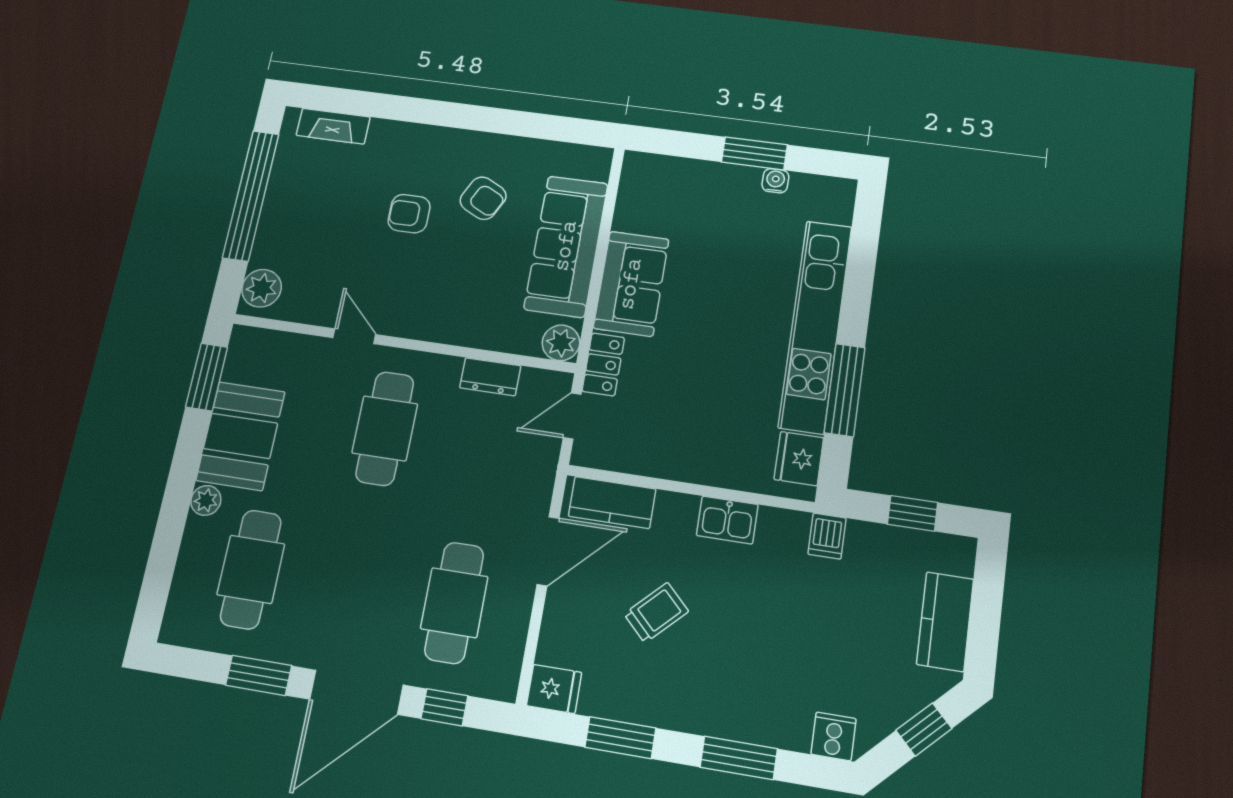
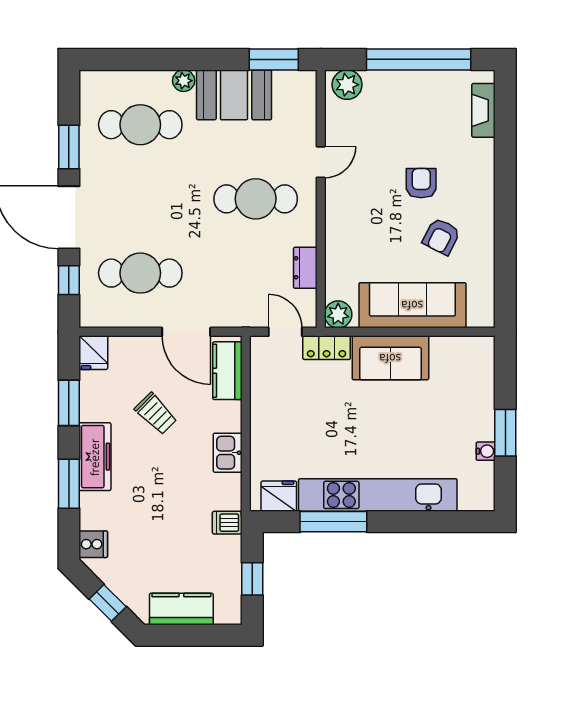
freezer: (705, 712) -> (95, 457), added

